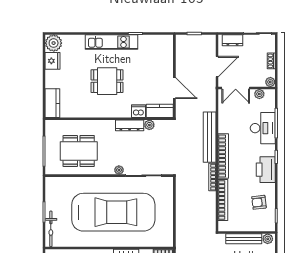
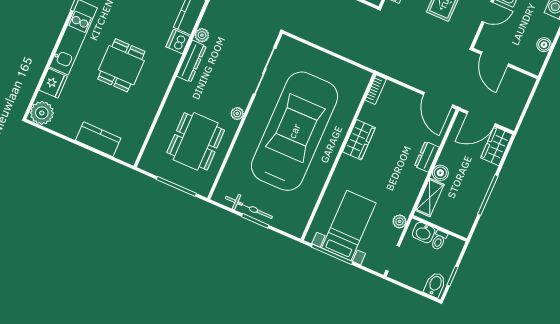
fridge: (52, 61) -> (53, 83), moved, turned 90
kitchen counter: (52, 103) -> (98, 139), moved
plant: (119, 170) -> (237, 114), moved
bicycle: (51, 229) -> (249, 207), moved

